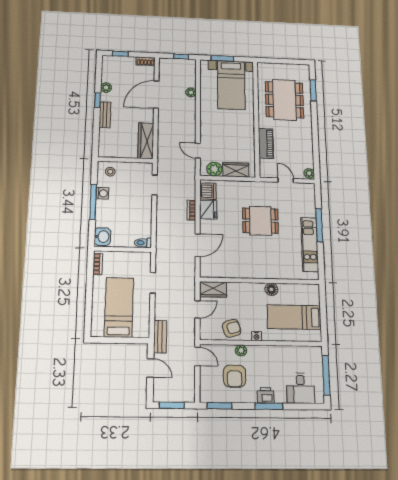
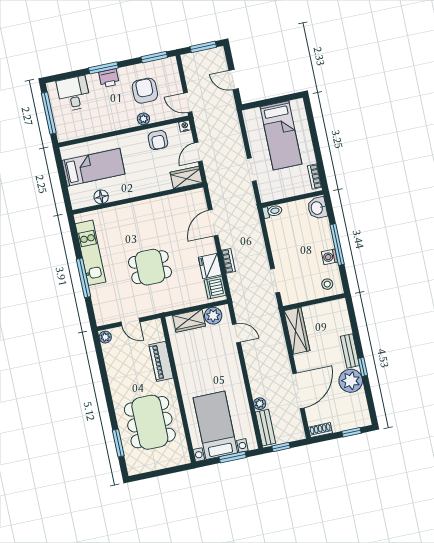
plant: (106, 88) -> (351, 381), width x1.88, depth x1.88
floor lamp: (271, 289) -> (101, 197), moved
armchair: (232, 328) -> (158, 140), turned -73
nightstand: (256, 336) -> (185, 126), moved
bench: (160, 337) -> (265, 428), moved

